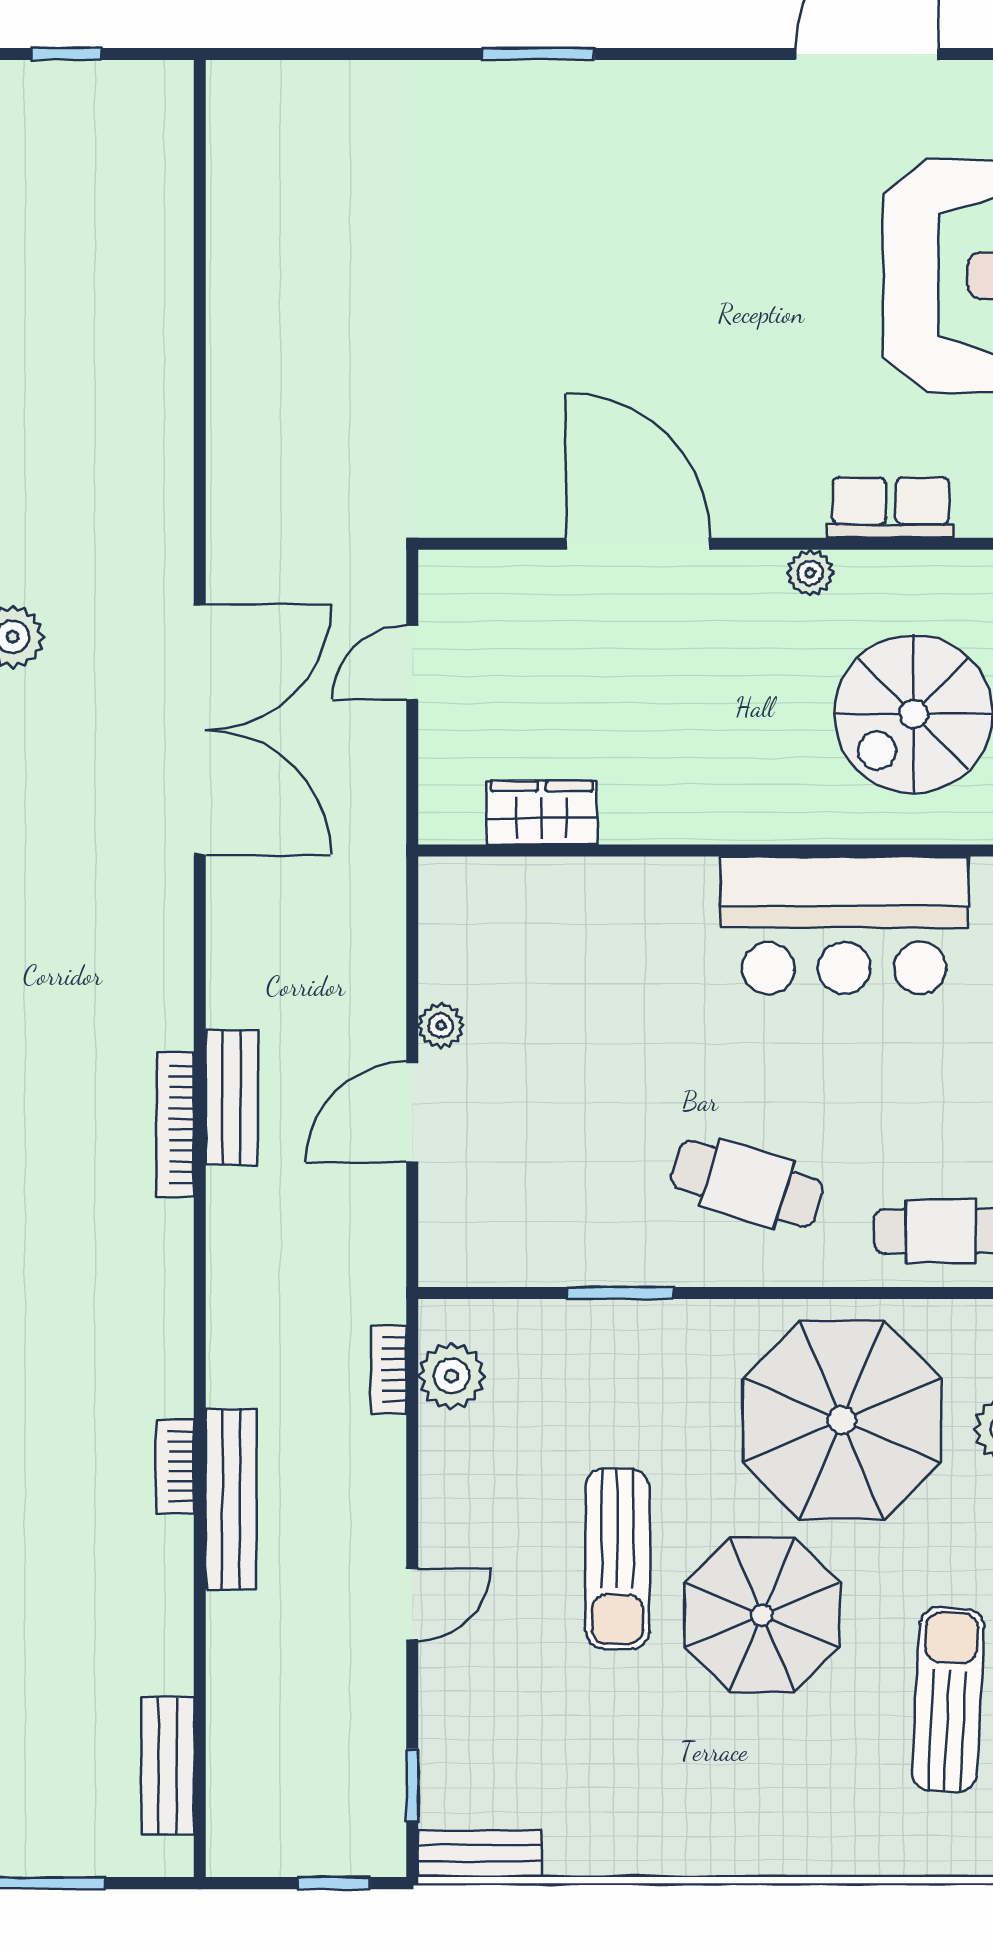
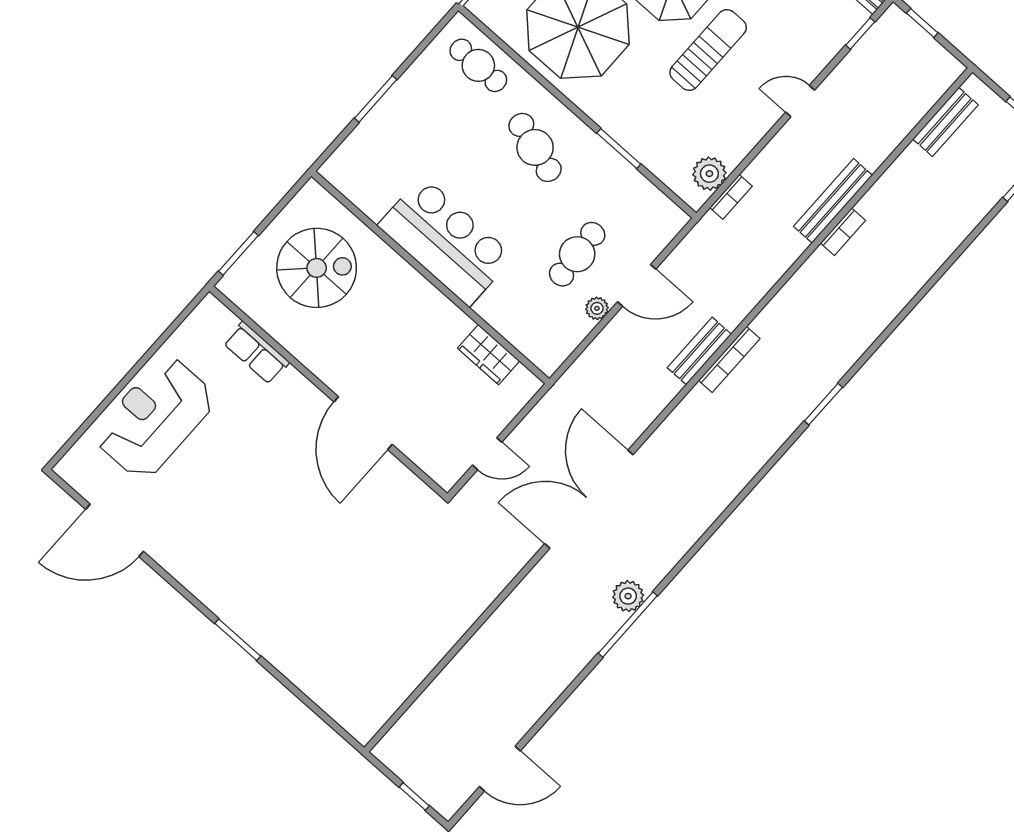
plant: (810, 573) -> (308, 355), removed
bar counter: (844, 925) -> (446, 241), moved
cafe table: (542, 1080) -> (577, 254), added

